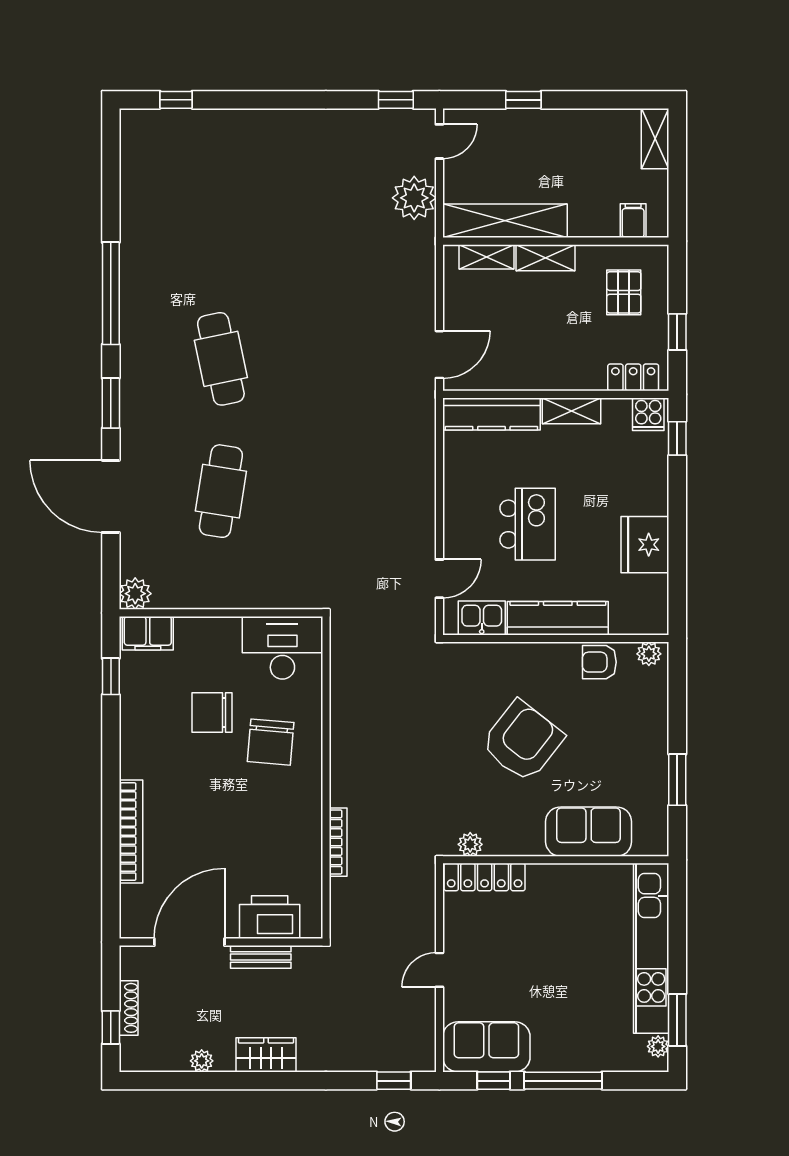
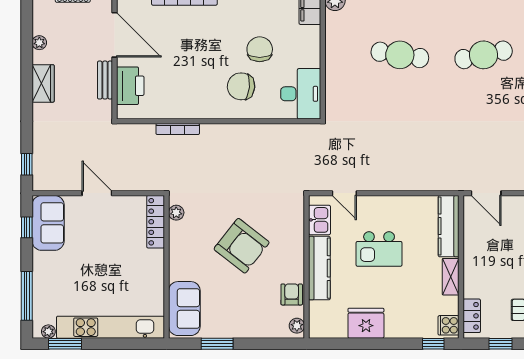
sofa: (589, 832) -> (184, 309), moved
door: (439, 970) -> (97, 193), width x1.38
window: (563, 1081) -> (27, 296), moved

